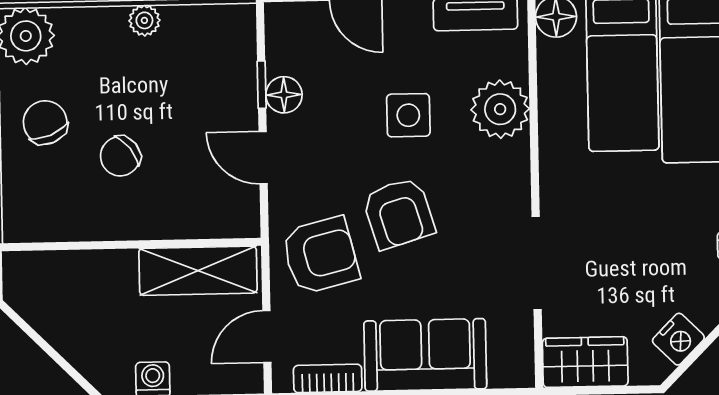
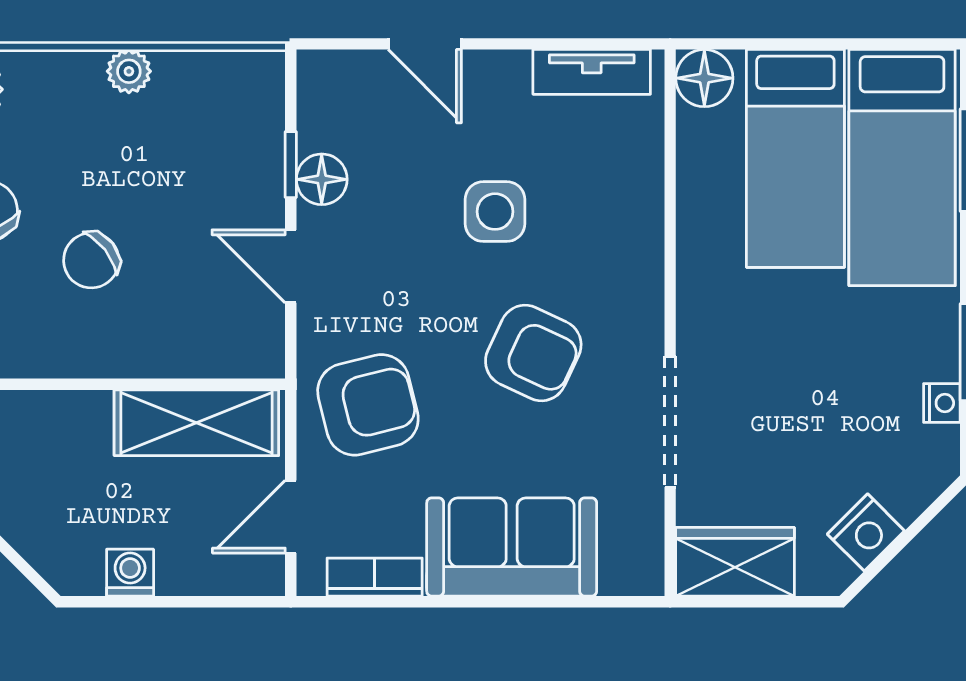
plant: (500, 109) -> (624, 206), removed
armchair: (399, 213) -> (533, 353), moved, turned -48

